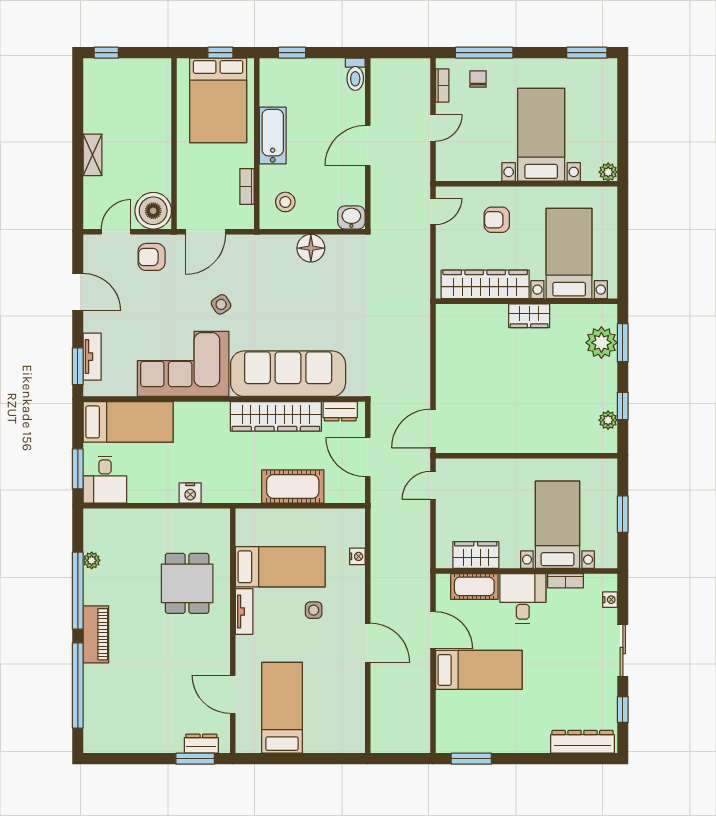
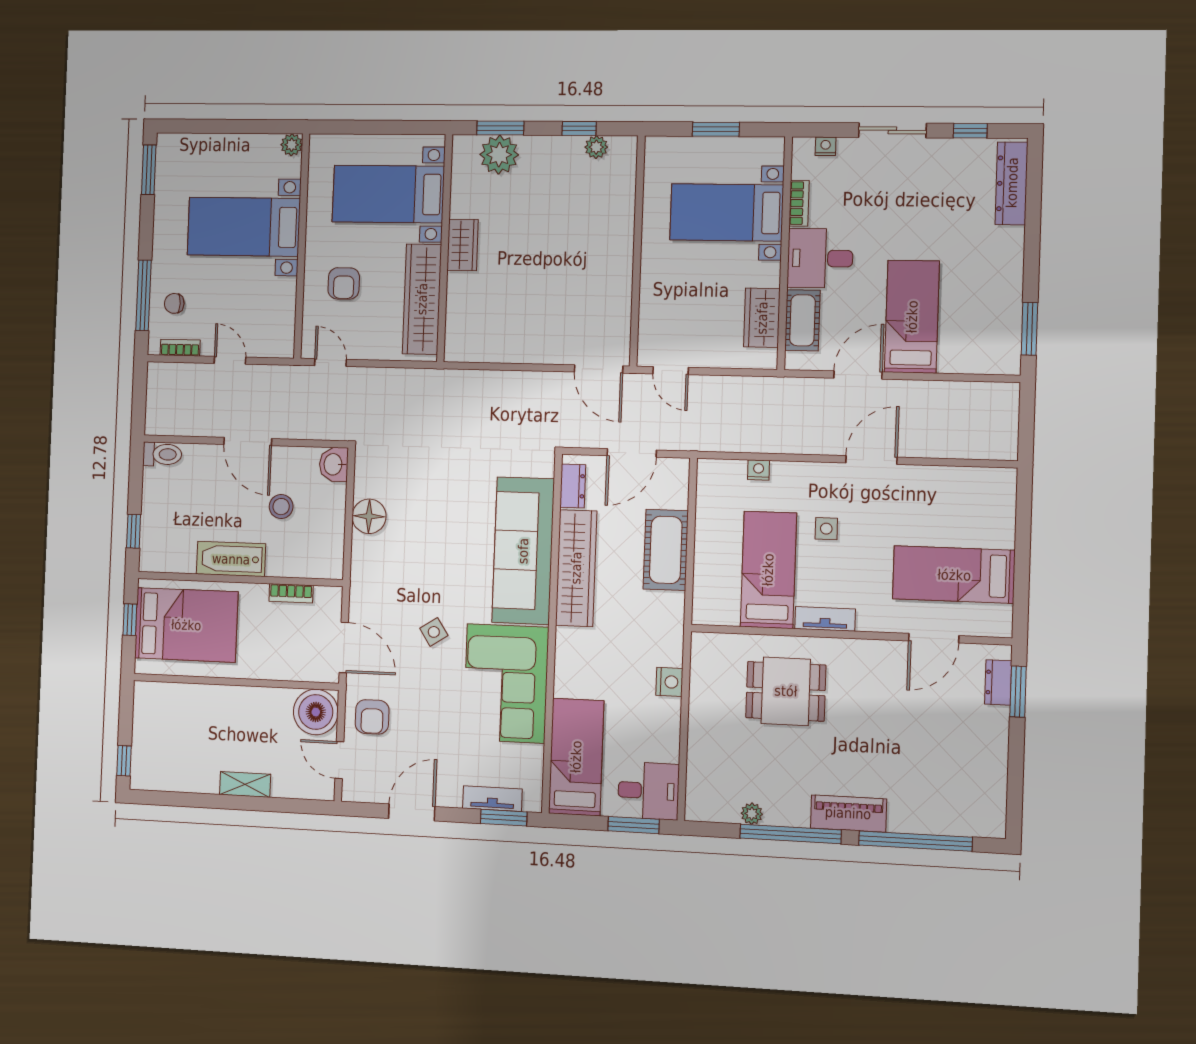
stool: (285, 202) -> (281, 507), moved

